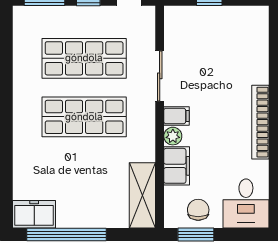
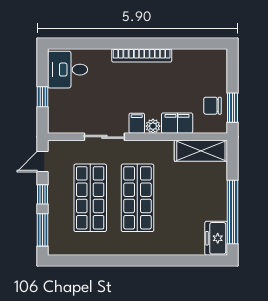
desk: (246, 203) -> (68, 70), moved, turned 180

